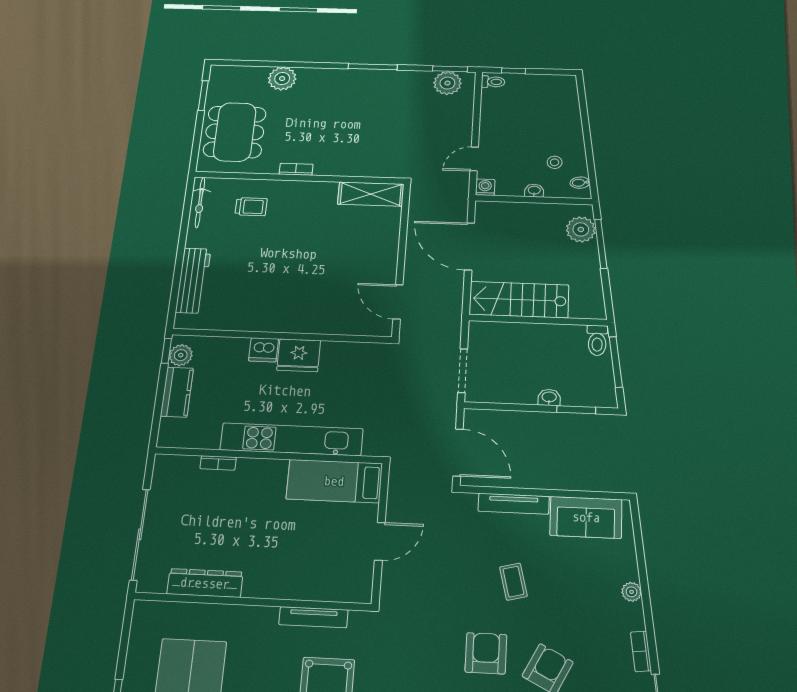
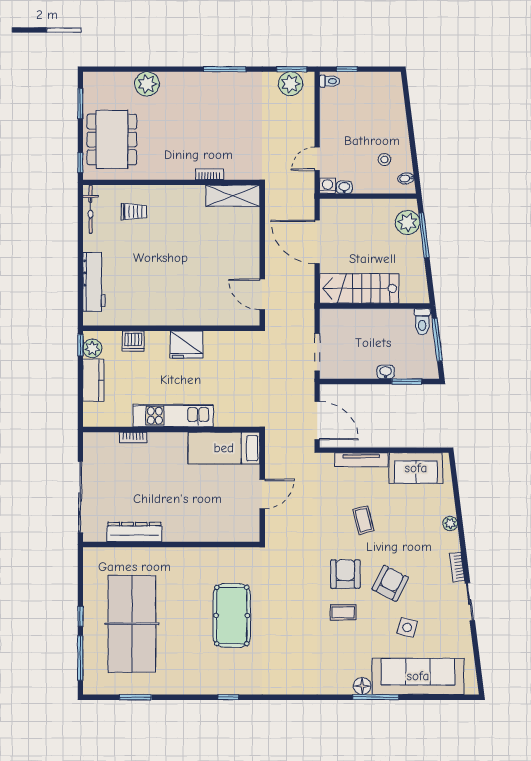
window: (195, 154) -> (80, 163), added
bookcase: (296, 169) -> (209, 174), moved
washbasin: (534, 191) -> (344, 187), moved
dishwasher: (264, 350) -> (133, 341), moved
kitchen unit: (292, 439) -> (173, 416), width x0.73
tv unit: (313, 617) -> (218, 554), removed

